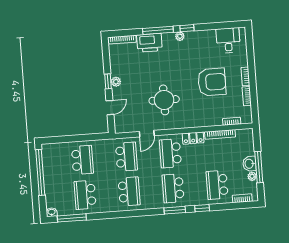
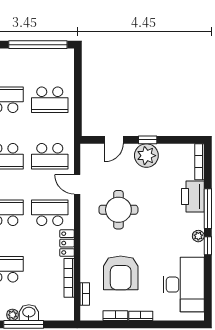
desk: (228, 40) -> (184, 285), width x1.87, depth x1.30
plant: (116, 82) -> (146, 156), width x1.87, depth x1.87
armchair: (212, 82) -> (121, 273), moved
door: (110, 108) -> (114, 140), hinge flipped

